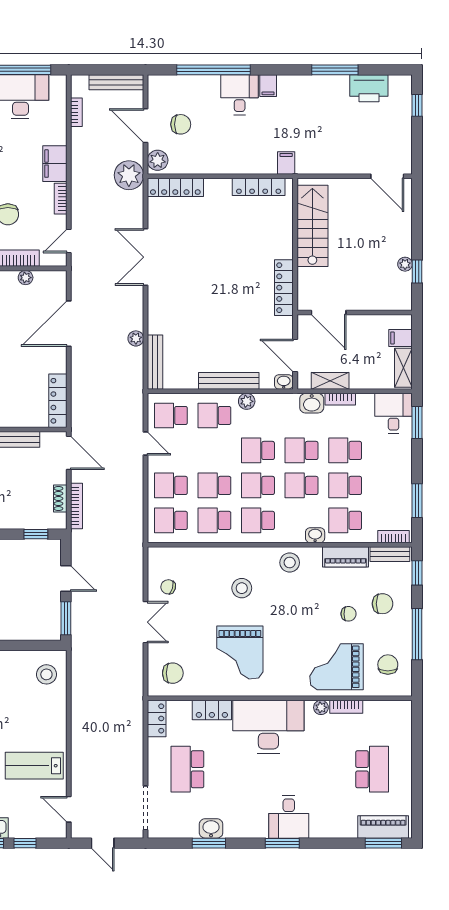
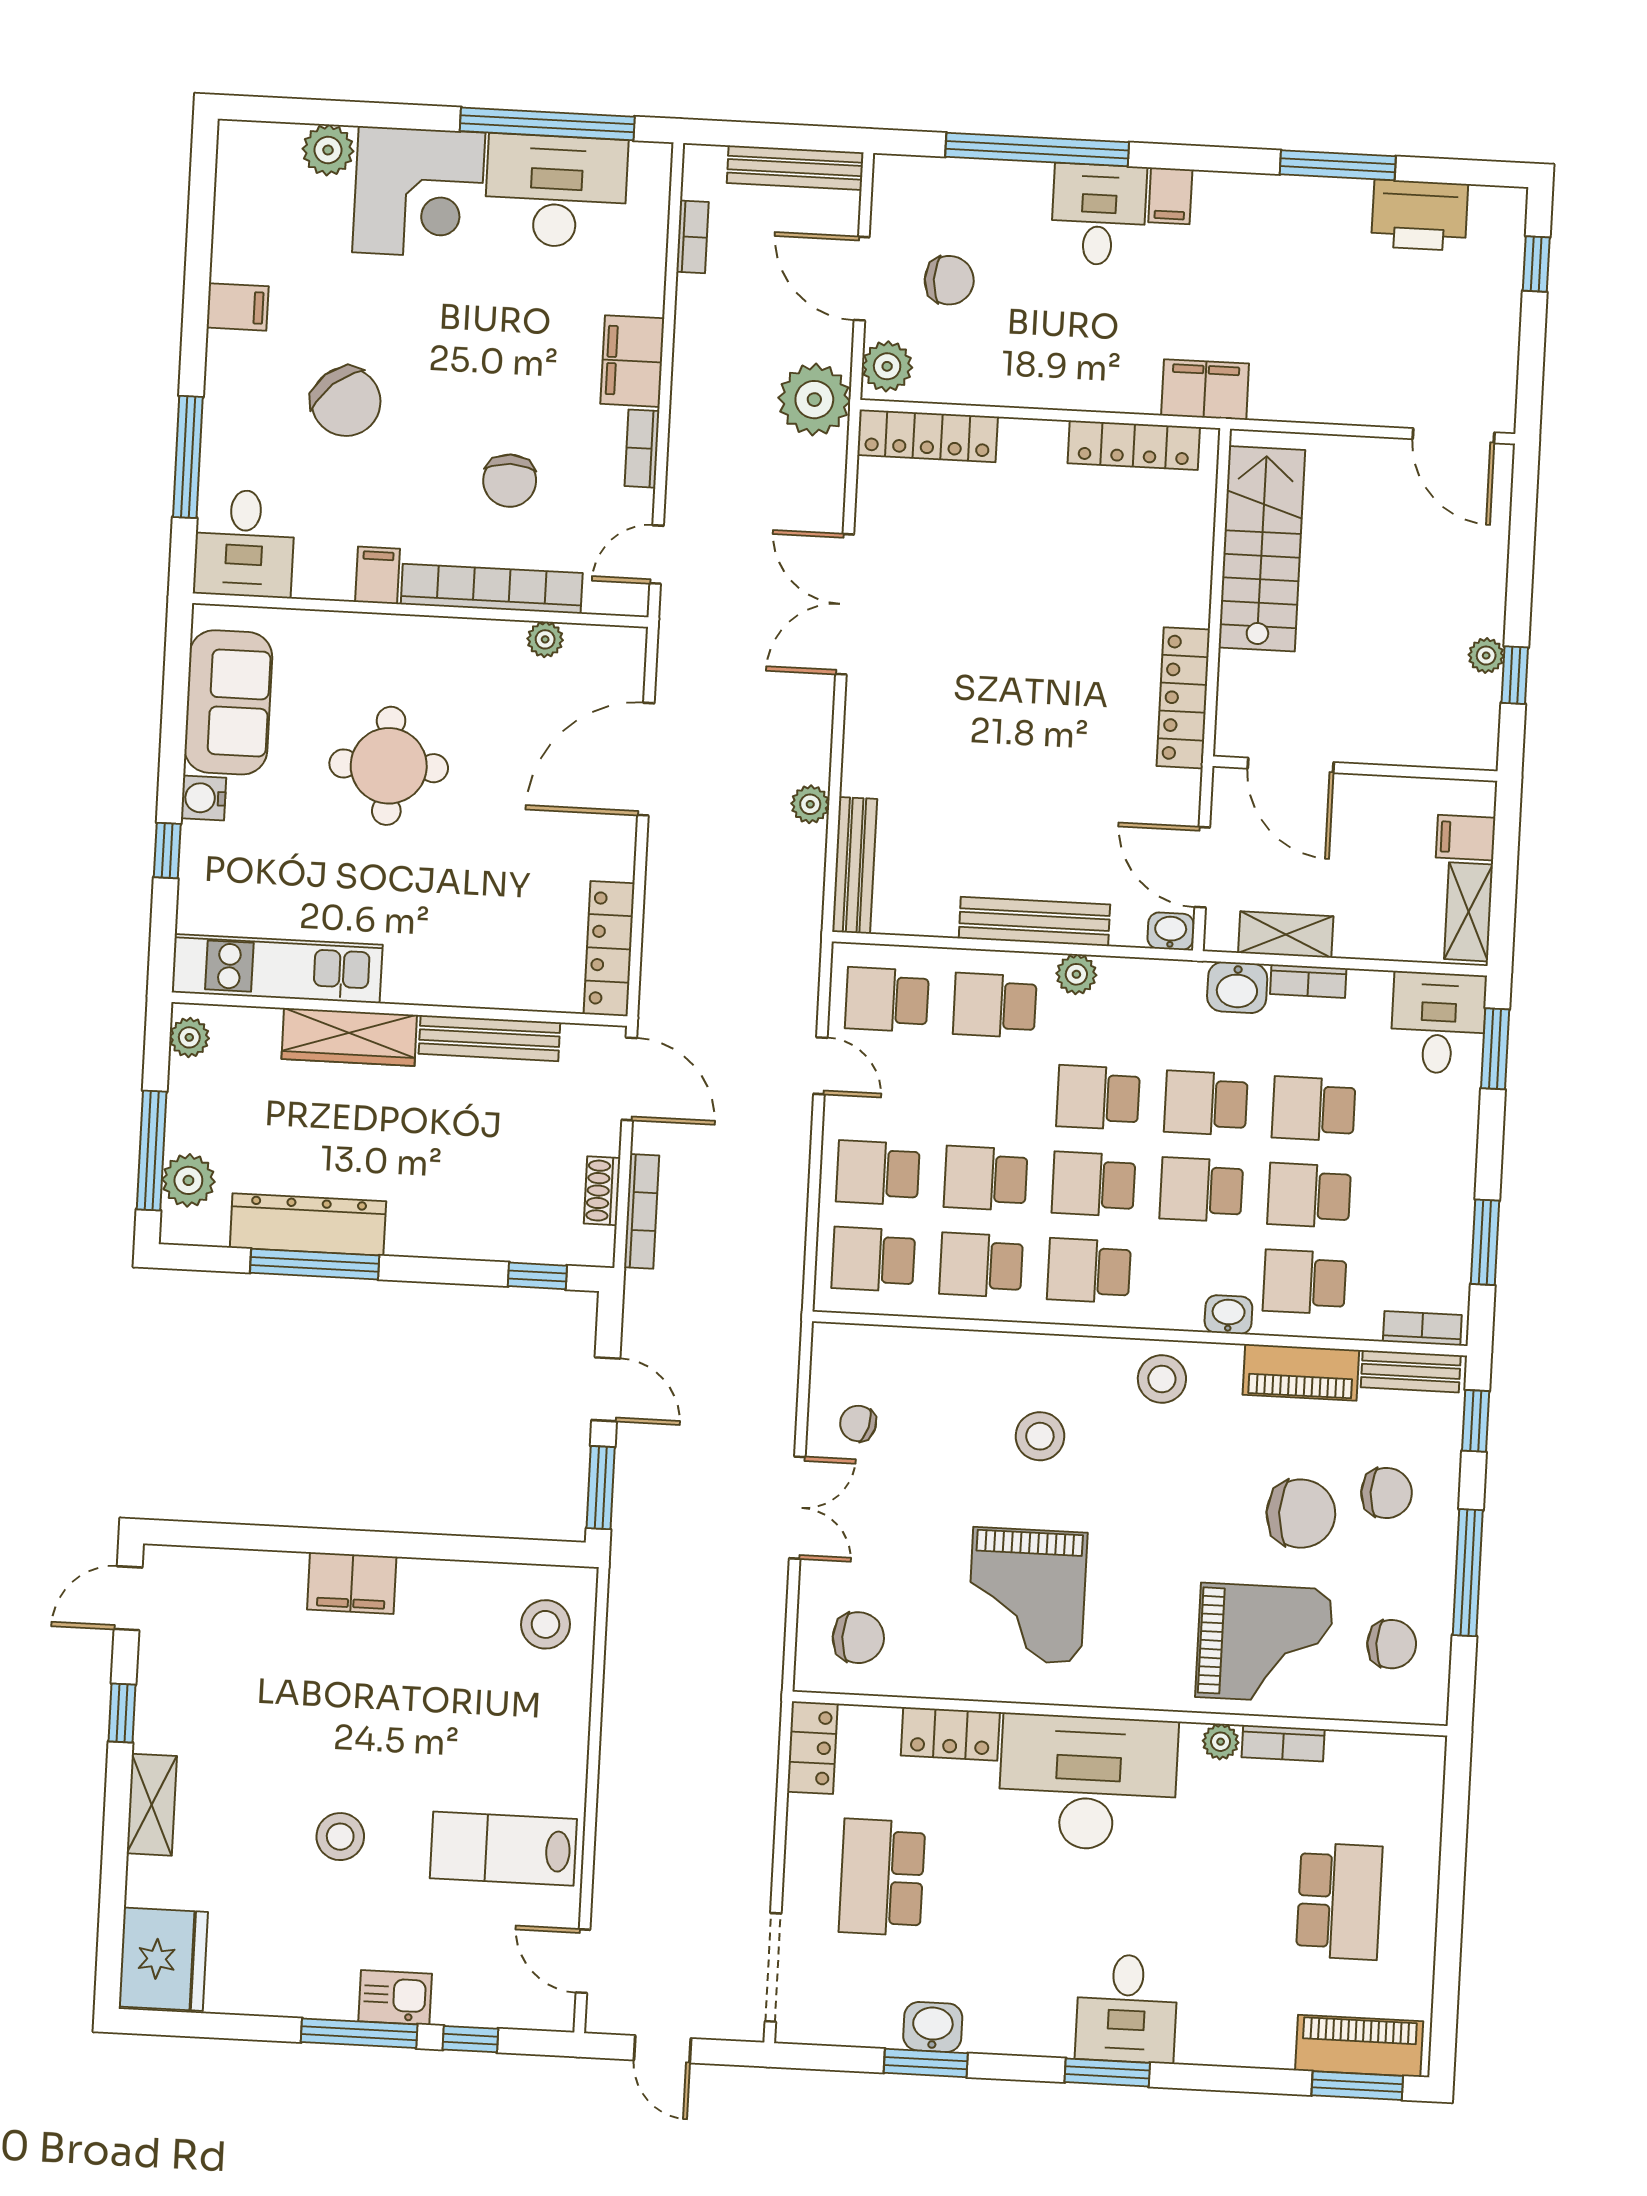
filing cabinet: (286, 163) -> (1205, 390), width x2.00
chair: (348, 614) -> (1301, 1514), width x1.87, depth x1.87
chair: (388, 664) -> (1392, 1644), turned 90
grand piano: (336, 667) -> (1264, 1643), turned 180

